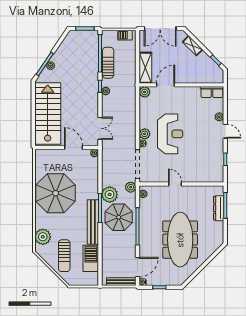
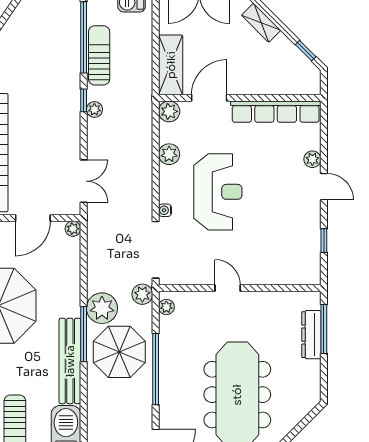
row of seats: (212, 92) -> (276, 112), width x2.02
plant: (145, 134) -> (169, 154), moved
door: (74, 147) -> (33, 218), swing flipped

